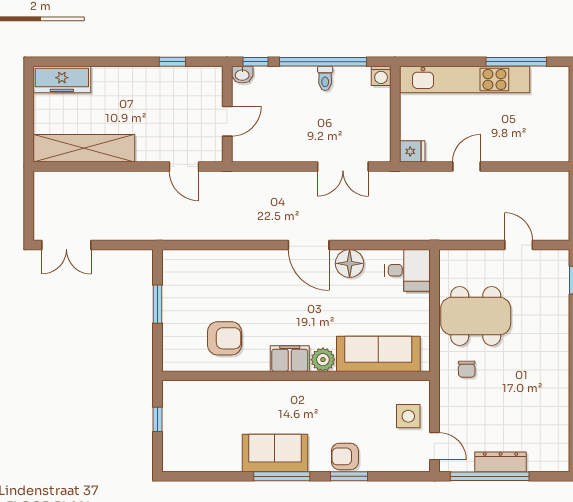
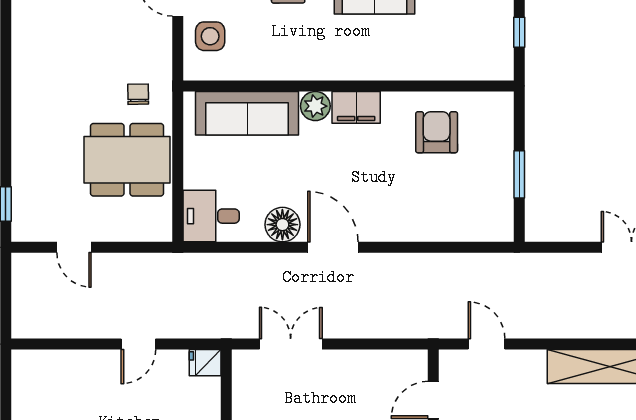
armchair: (225, 338) -> (437, 132), turned 90

